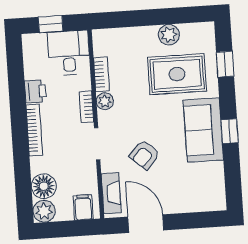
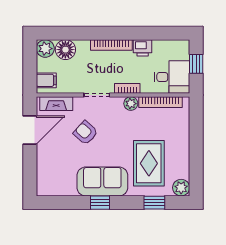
plant: (169, 35) -> (181, 188), moved
bookcase: (101, 74) -> (161, 102), width x1.56

